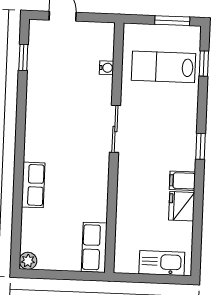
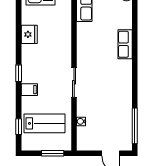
window: (172, 21) -> (53, 153), moved
window: (23, 57) -> (135, 126), width x2.17
filing cabinet: (182, 181) -> (29, 90), moved

